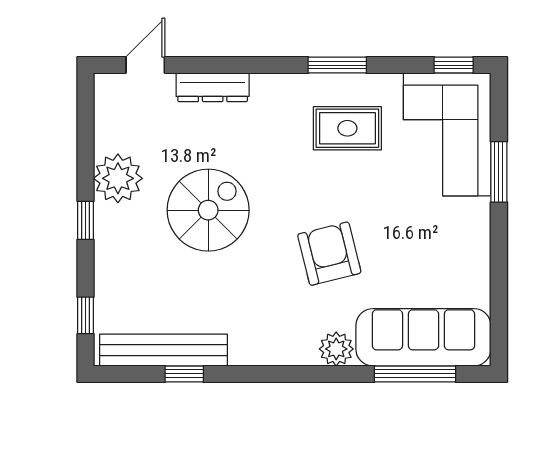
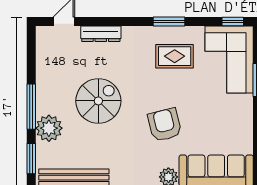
plant: (118, 178) -> (49, 128), moved
window: (86, 220) -> (31, 107), width x2.17
window: (86, 315) -> (31, 159), width x1.50

